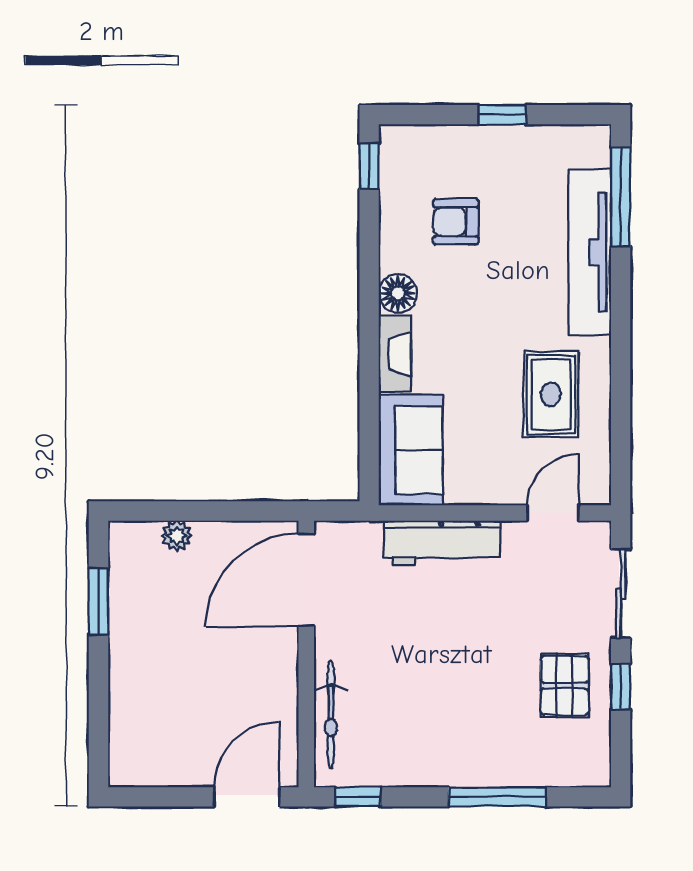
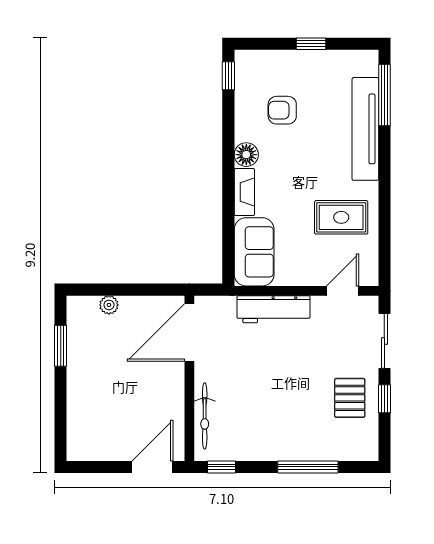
rug: (551, 395) -> (341, 217), turned 90

